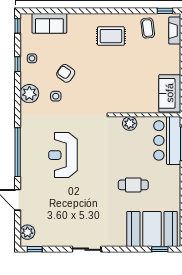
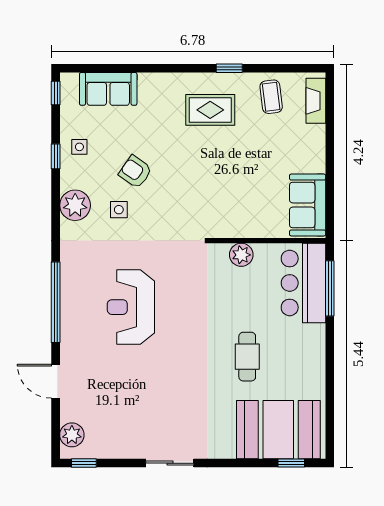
window: (165, 11) -> (229, 68), moved
cafe table: (133, 185) -> (247, 357), turned 90

